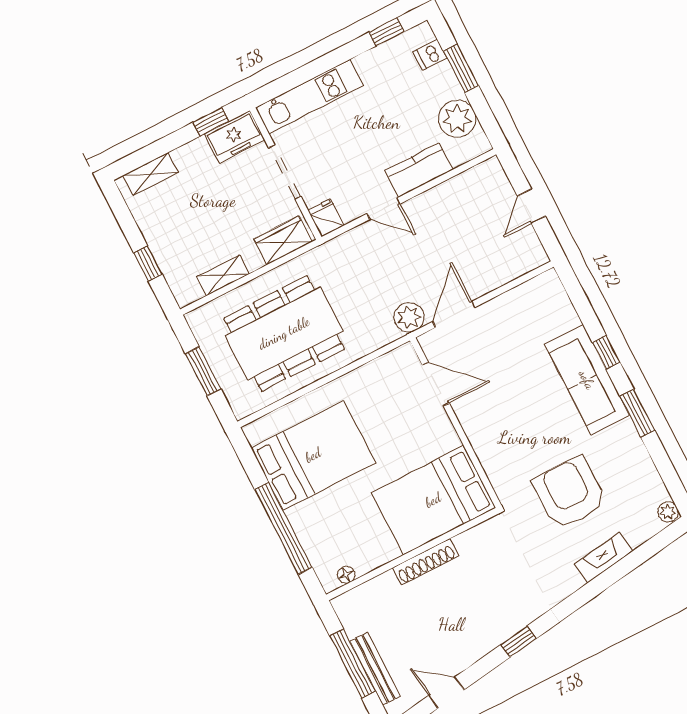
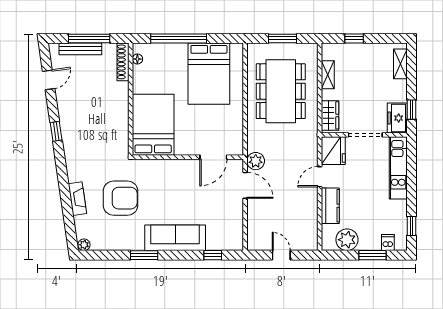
fridge: (326, 218) -> (333, 151), width x1.88, depth x1.34
window: (606, 352) -> (213, 255), moved
shoe rack: (425, 562) -> (123, 62), moved

